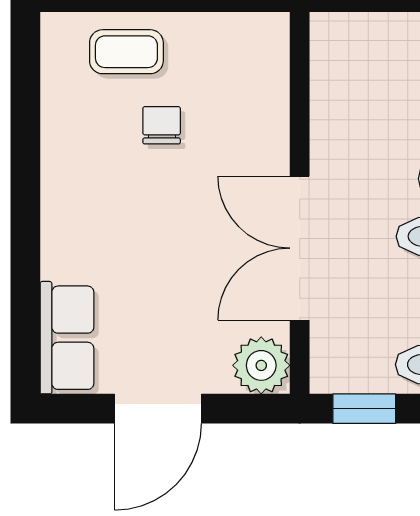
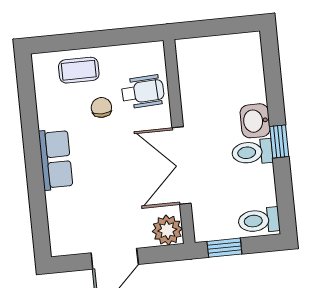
wheelchair: (241, 104) -> (143, 92), added
row of seats: (67, 338) -> (56, 159), moved

